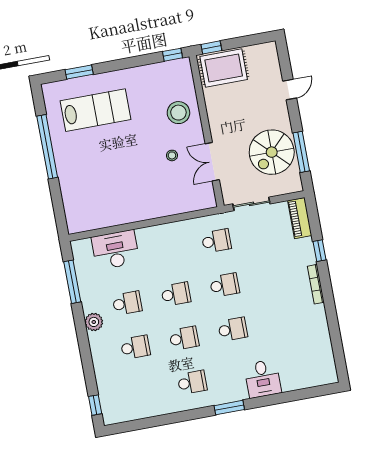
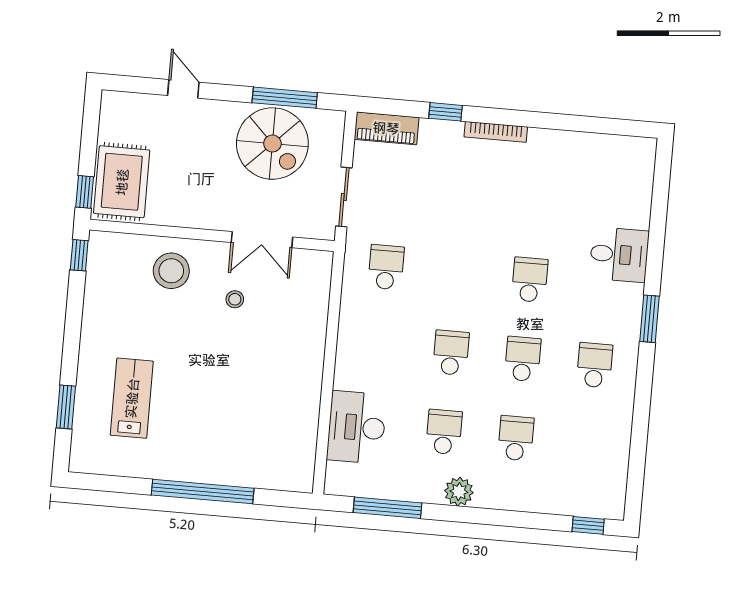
lab bench: (95, 110) -> (132, 398), width x0.73, depth x0.72
window: (47, 147) -> (203, 492), moved
school desk: (225, 285) -> (458, 273), removed

